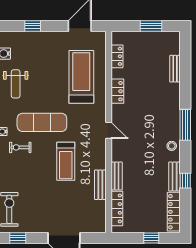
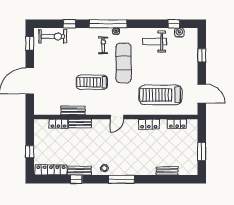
treadmill: (81, 77) -> (160, 95), turned 180
locker: (117, 208) -> (58, 124), width x0.66

